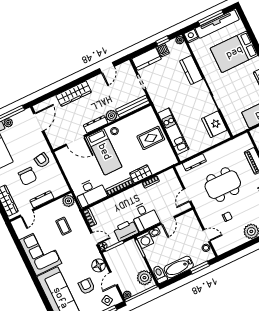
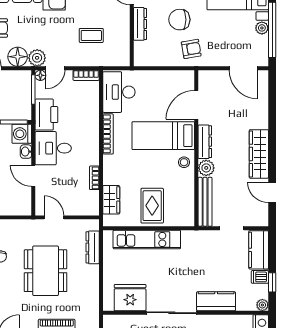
wardrobe: (74, 94) -> (259, 154), moved
wardrobe: (141, 174) -> (111, 200), moved
plant: (68, 201) -> (37, 58), moved

